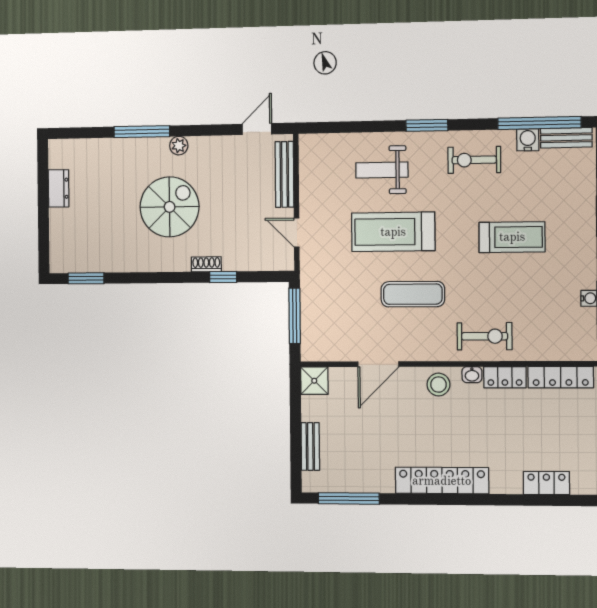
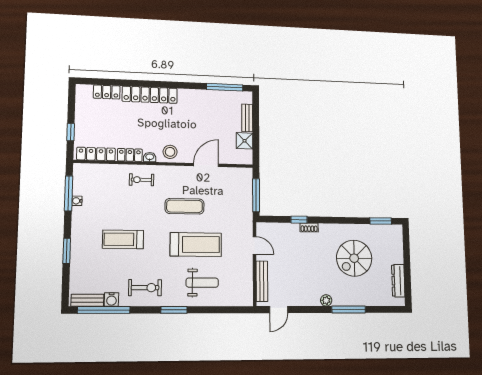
dresser: (59, 188) -> (398, 281), width x1.44
spiral stairs: (170, 207) -> (354, 258), moved
exercise bike: (485, 336) -> (141, 180), width x0.73, depth x0.72
shower: (314, 381) -> (244, 141), moved
locker: (442, 481) -> (150, 95), moved

